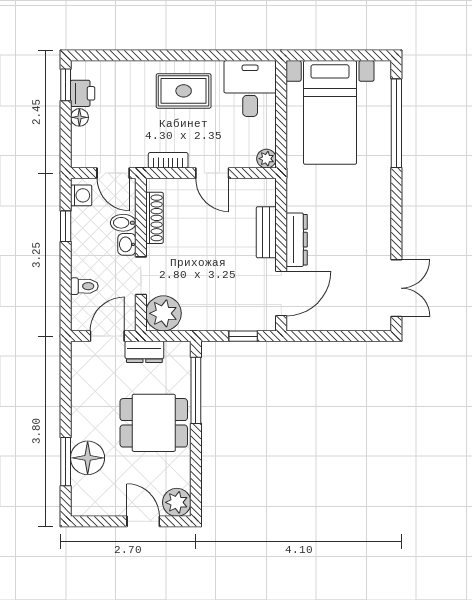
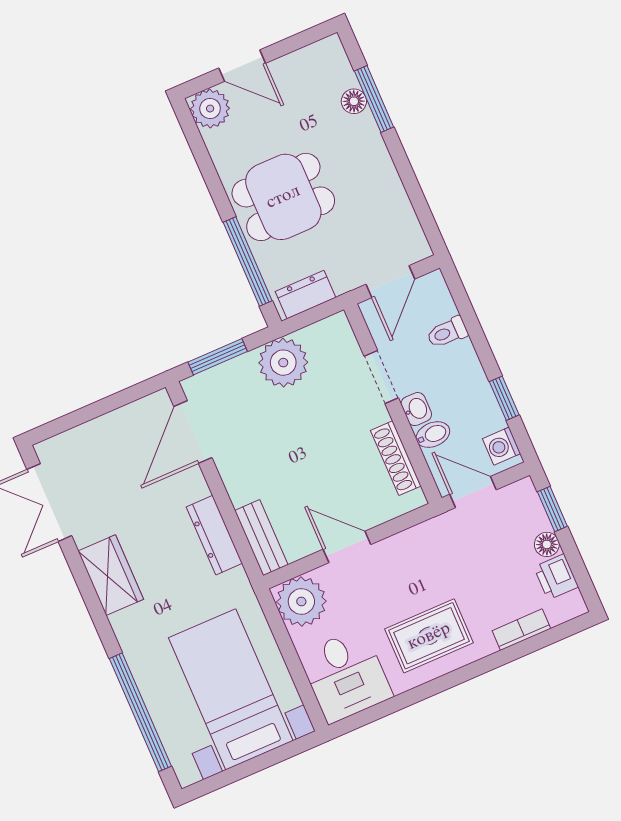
window: (66, 85) -> (552, 509), moved
plant: (266, 159) -> (301, 601), width x1.87, depth x1.87
bookcase: (168, 160) -> (521, 630), moved, turned 180
wardrobe: (377, 222) -> (111, 575), added
bench: (266, 232) -> (261, 538), moved
dresser: (297, 240) -> (214, 535), moved
plant: (163, 313) -> (283, 363), moved
window: (243, 336) -> (218, 357), width x1.50
dresser: (144, 352) -> (306, 295), moved
floor lamp: (88, 458) -> (354, 101), width x0.53, depth x0.53

